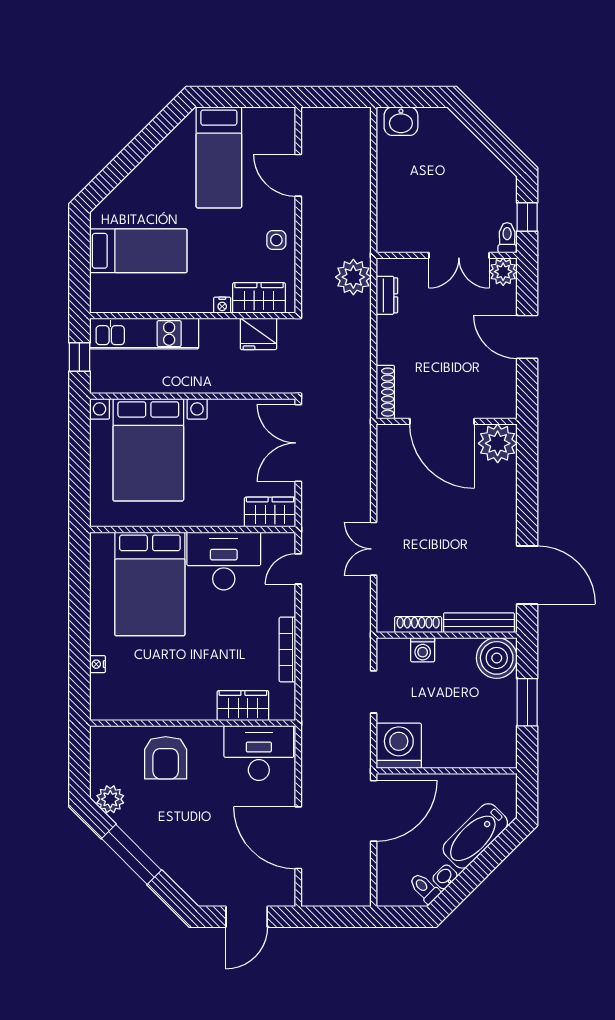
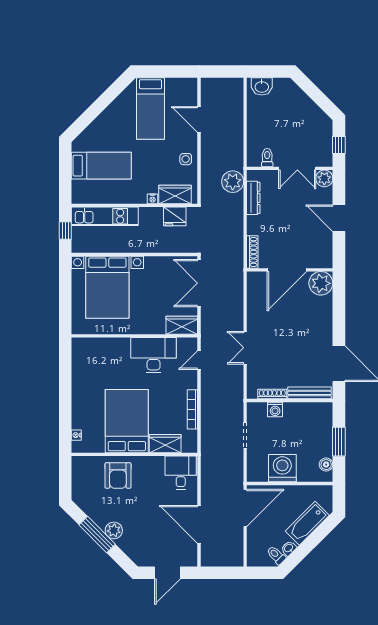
toilet: (507, 238) -> (267, 158), moved
dresser: (387, 295) -> (253, 198), width x1.44
door: (442, 421) -> (287, 270), hinge flipped
bed: (150, 584) -> (127, 421), moved, turned 180
boiler: (497, 658) -> (326, 465), moved, width x0.54, depth x0.54
nightstand: (97, 664) -> (76, 435), moved
washing machine: (399, 746) -> (282, 468), moved
desk: (259, 753) -> (181, 473), width x0.73
plant: (110, 799) -> (114, 530), moved

